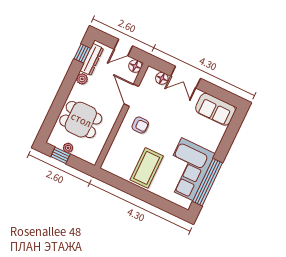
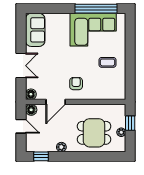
dresser: (92, 59) -> (42, 147), removed
floor lamp: (162, 78) -> (31, 94), moved
dining table: (81, 120) -> (94, 133), turned 90
window: (60, 155) -> (130, 123), moved
coffee table: (147, 168) -> (108, 62), width x0.54, depth x0.58

